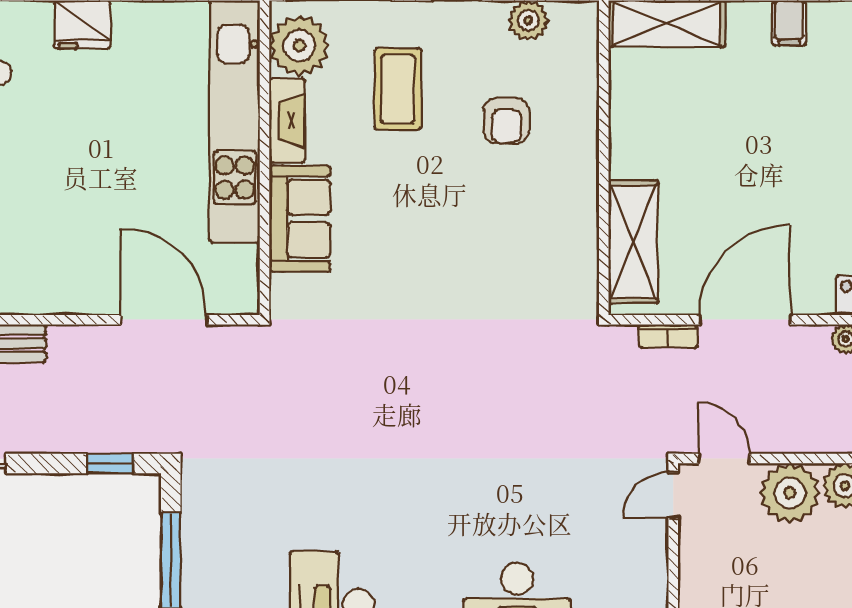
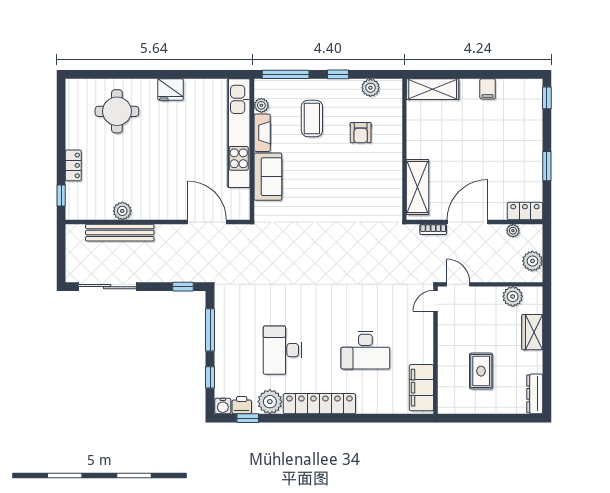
plant: (299, 45) -> (261, 105), width x0.53, depth x0.53
plant: (790, 493) -> (488, 300), removed

